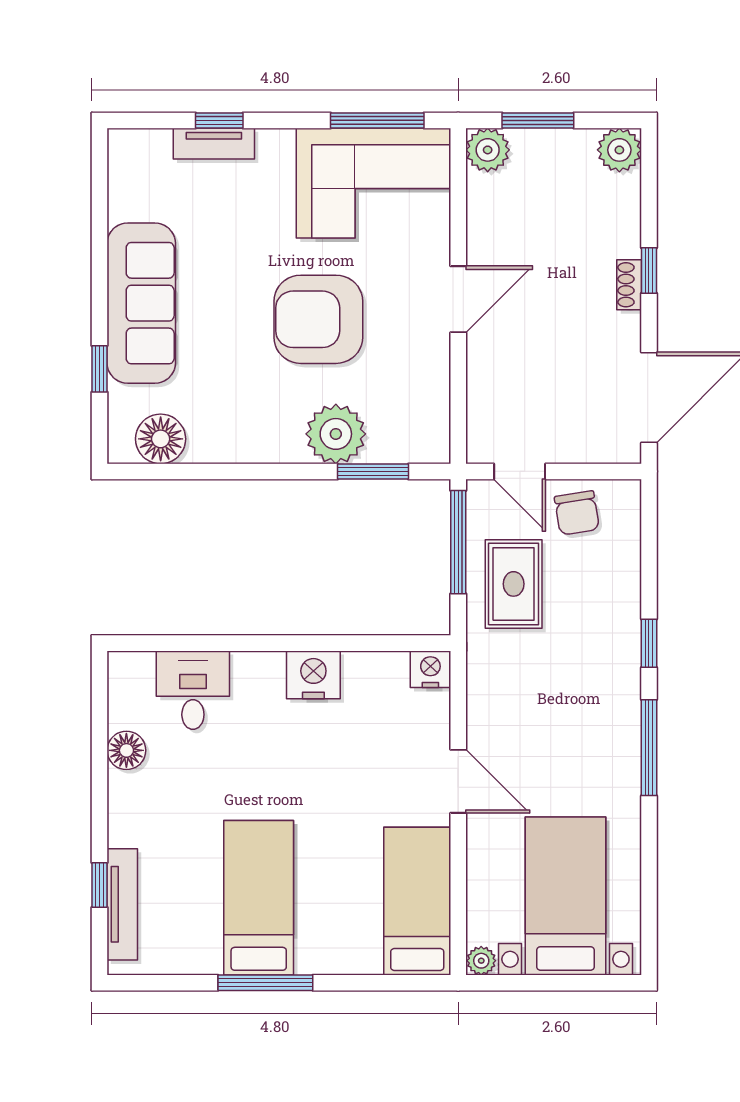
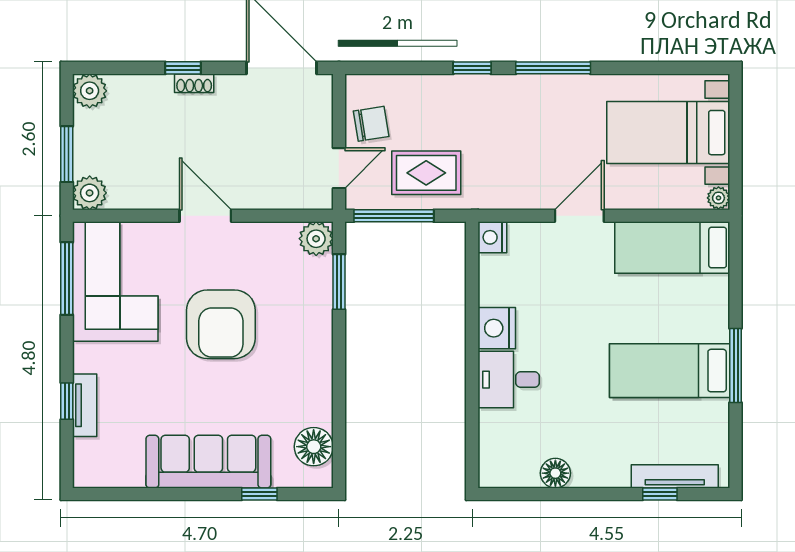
plant: (336, 434) -> (316, 239), moved, width x0.73, depth x0.73
desk: (193, 690) -> (509, 380), moved

